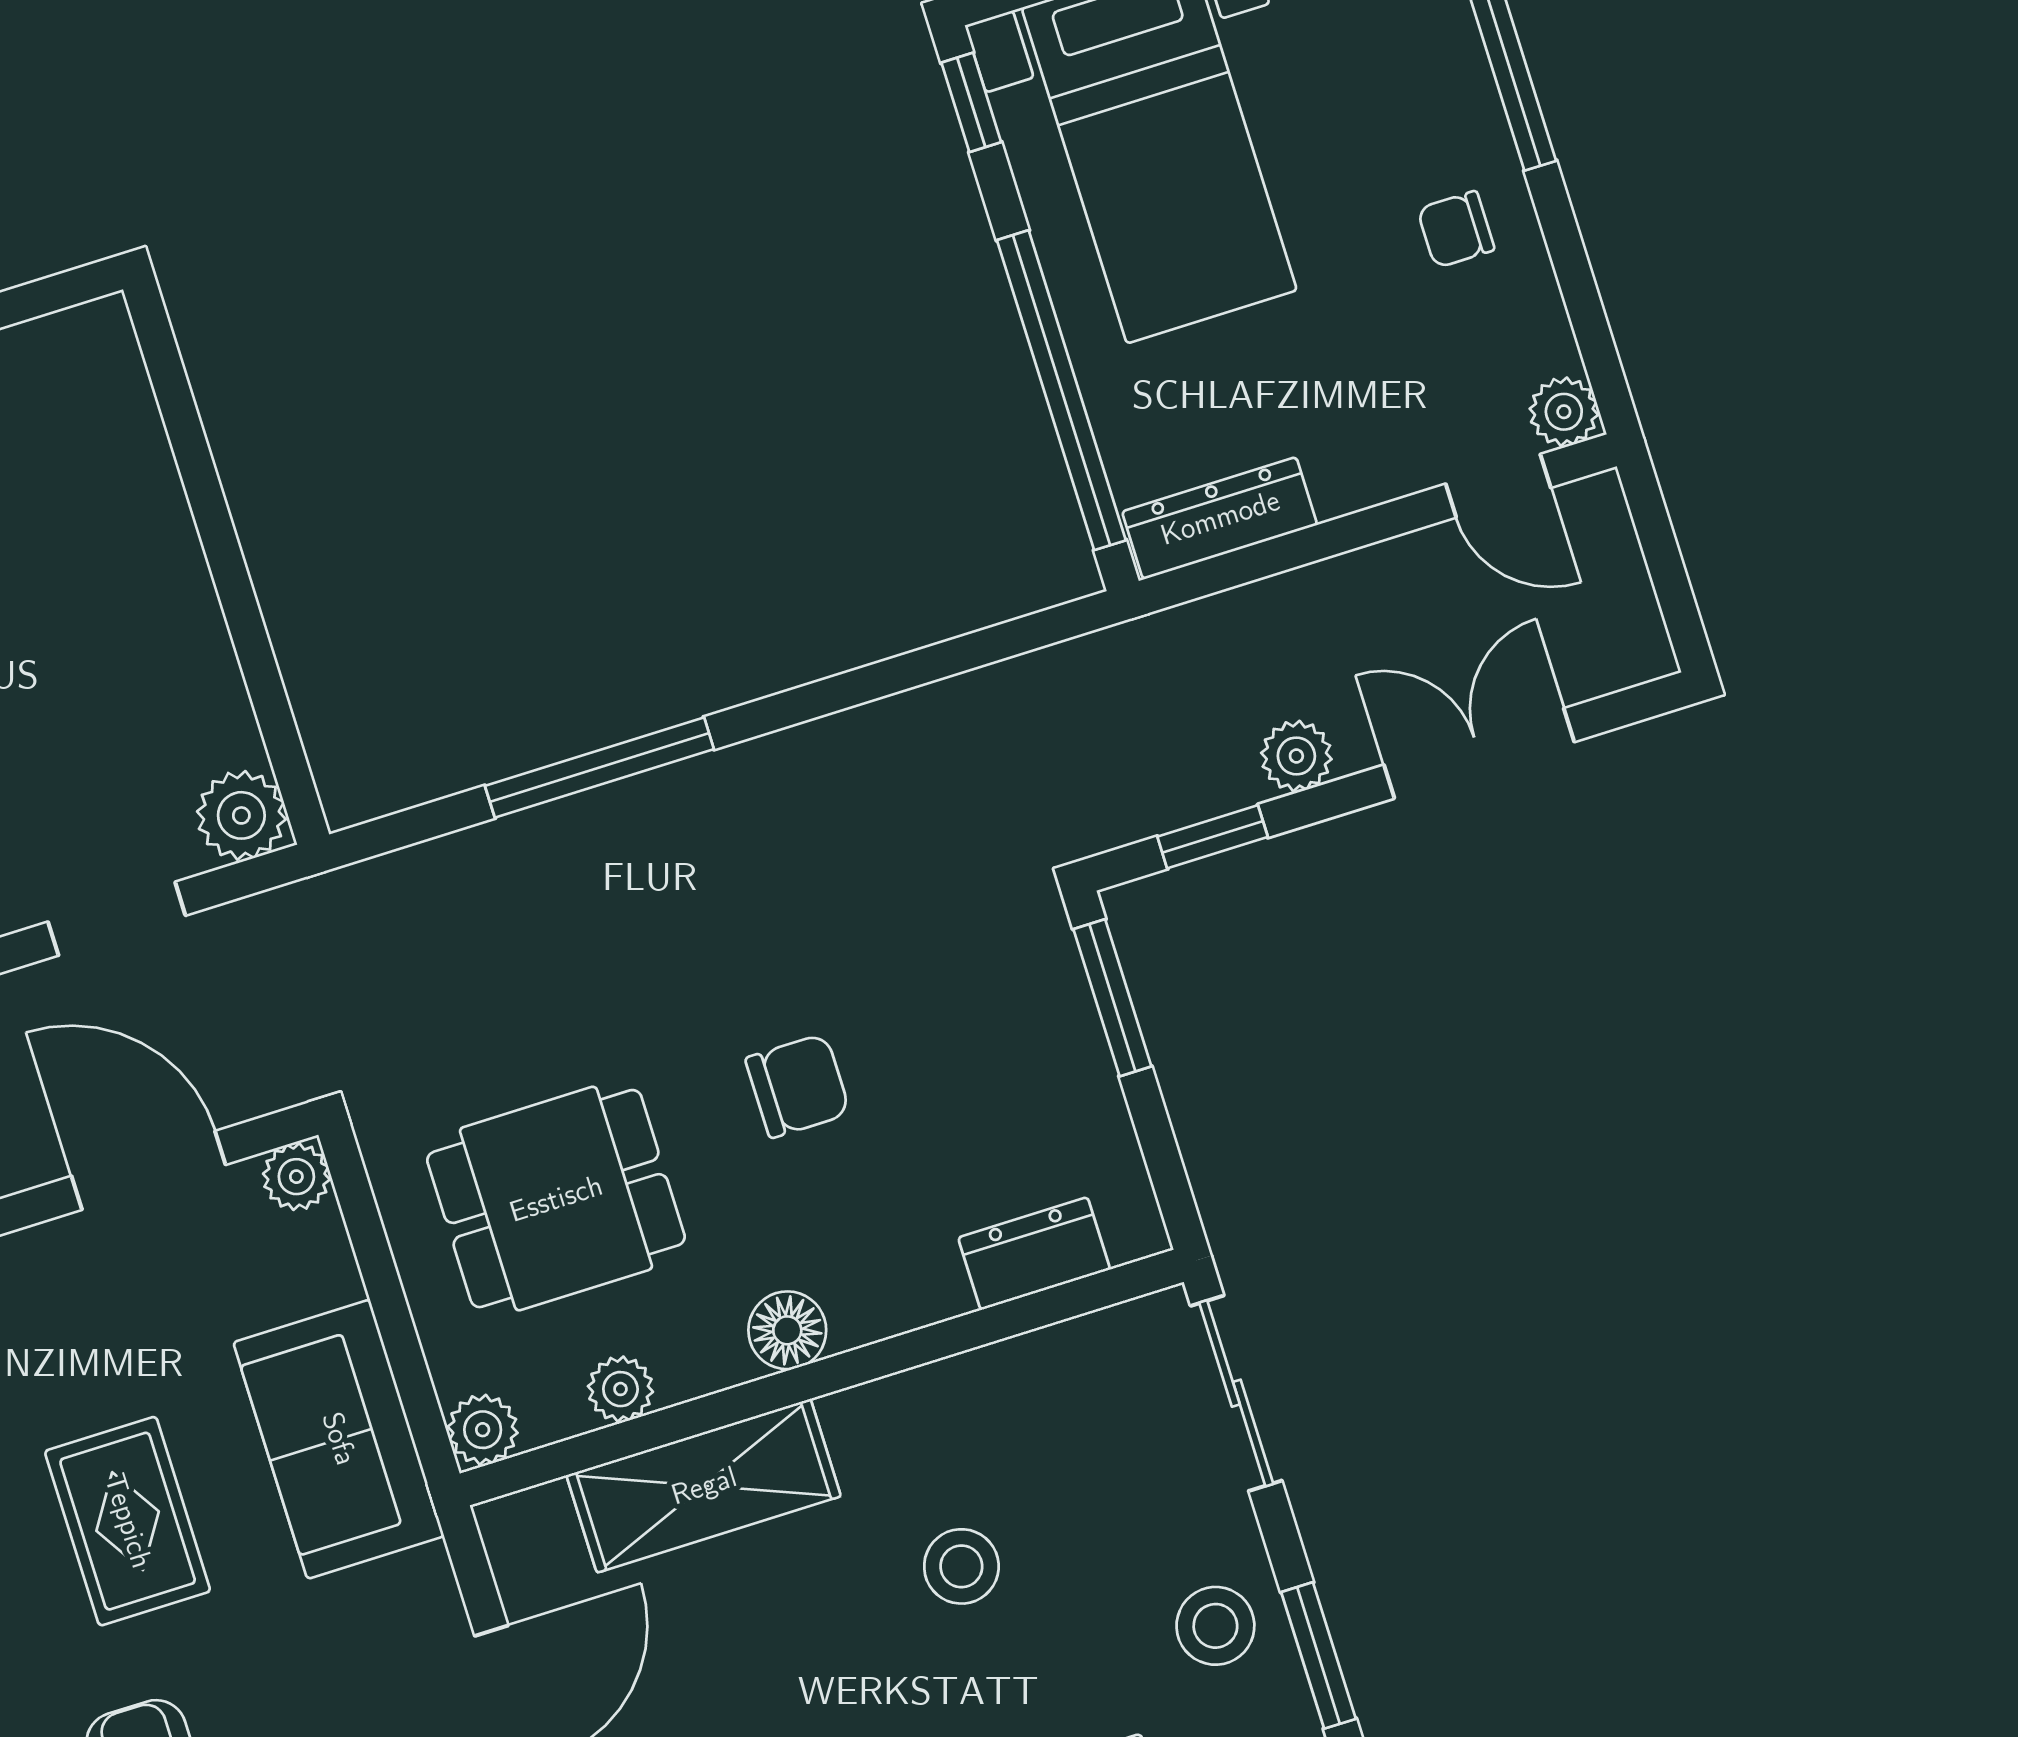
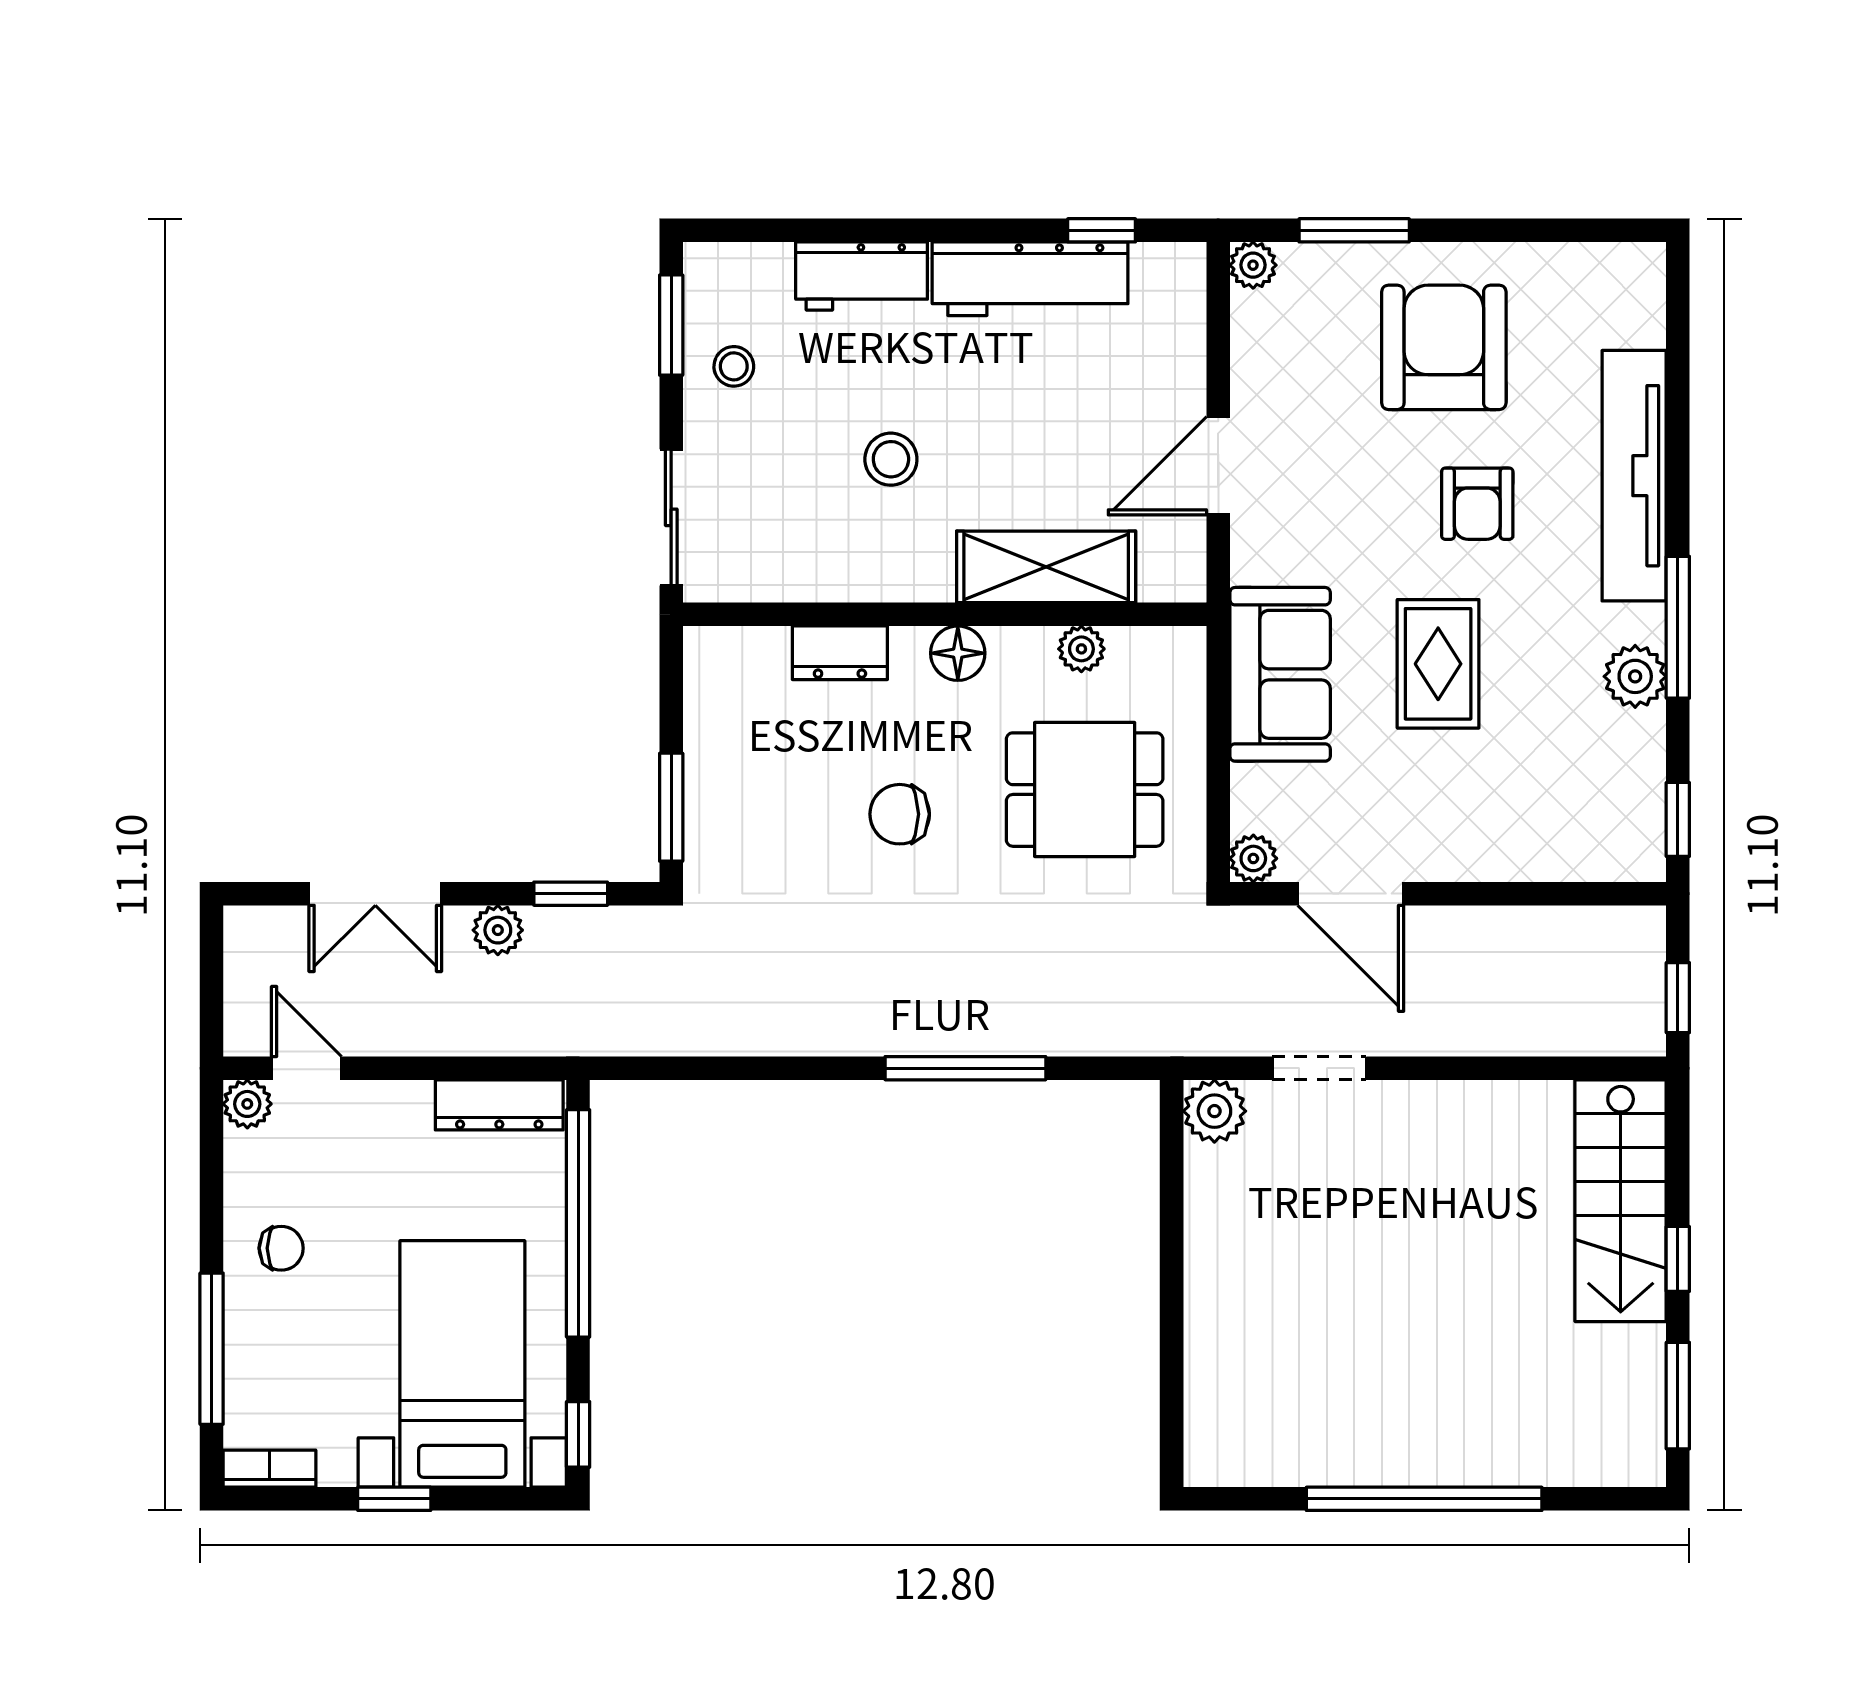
dresser: (1034, 1254) -> (840, 653), moved
plant: (483, 1430) -> (1182, 651), removed
stool: (1215, 1626) -> (734, 366), width x0.73, depth x0.73

